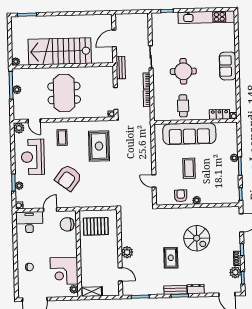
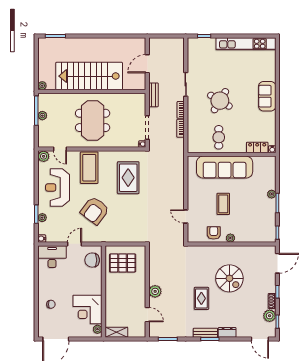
round table: (183, 71) -> (220, 101), turned 31
coffee table: (62, 138) -> (89, 168), width x1.86, depth x1.72

